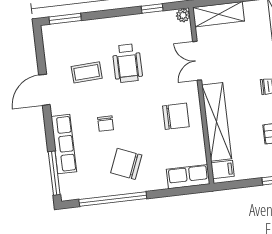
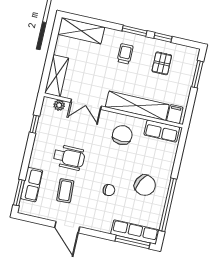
plant: (183, 15) -> (59, 105), moved
row of seats: (80, 30) -> (32, 185), added
row of seats: (64, 144) -> (135, 232), moved
chair: (126, 164) -> (145, 185), turned -85
row of seats: (188, 177) -> (162, 131), moved, turned -90

